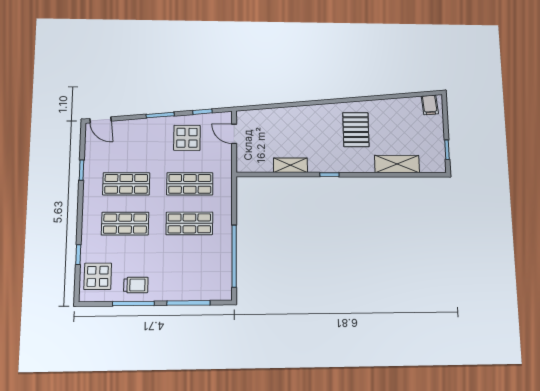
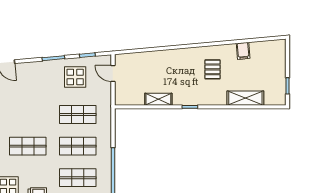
filing cabinet: (430, 105) -> (243, 51), moved
pallet: (356, 130) -> (213, 69), width x0.67, depth x0.71
shop shelf: (126, 184) -> (78, 178), moved

